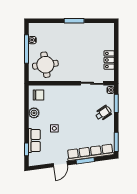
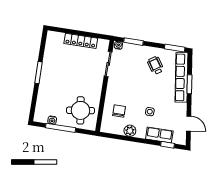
locker: (109, 60) -> (81, 41), width x1.53
chair: (38, 95) -> (119, 111), moved
wheelchair: (103, 113) -> (156, 65), moved
door: (60, 164) -> (189, 124), moved

